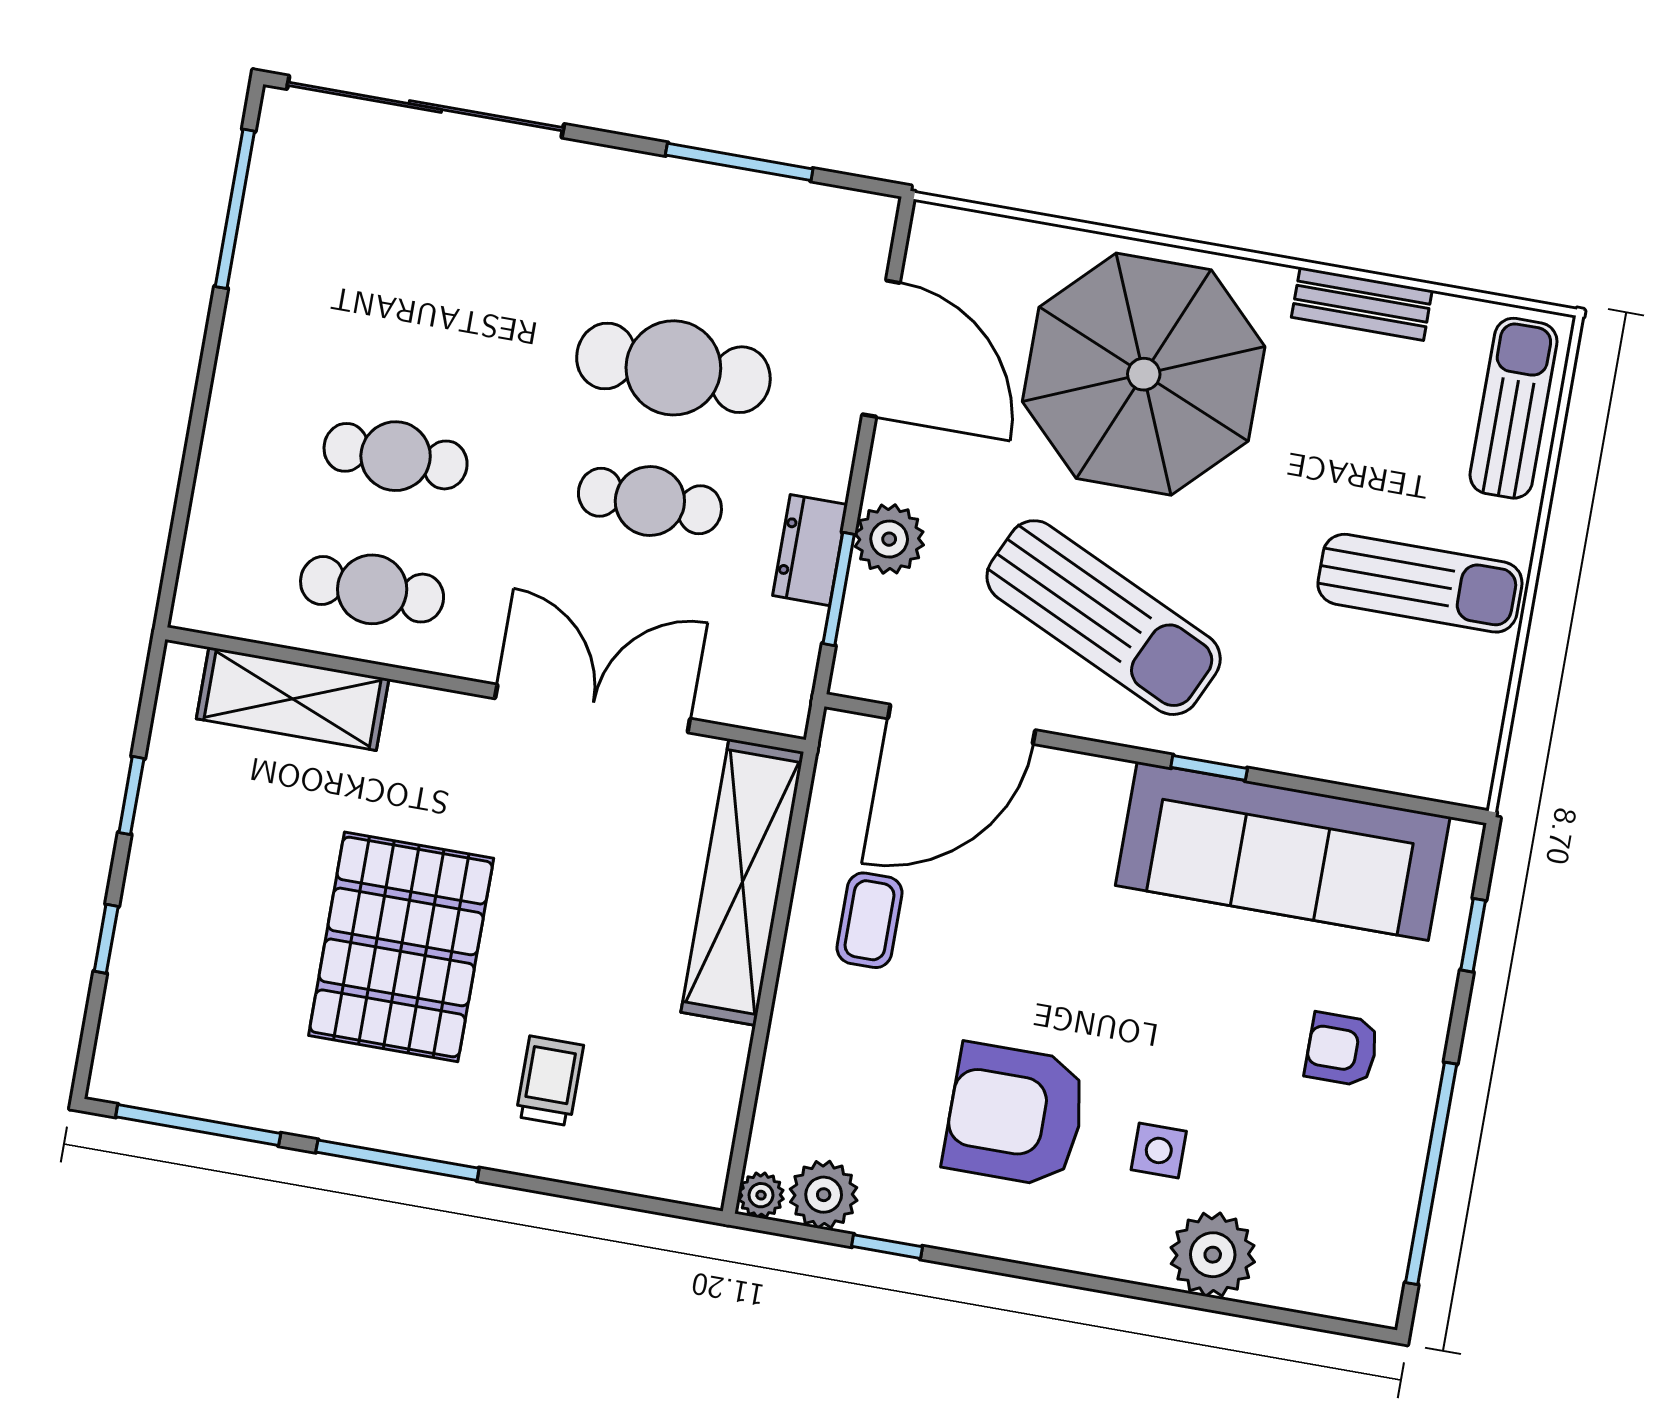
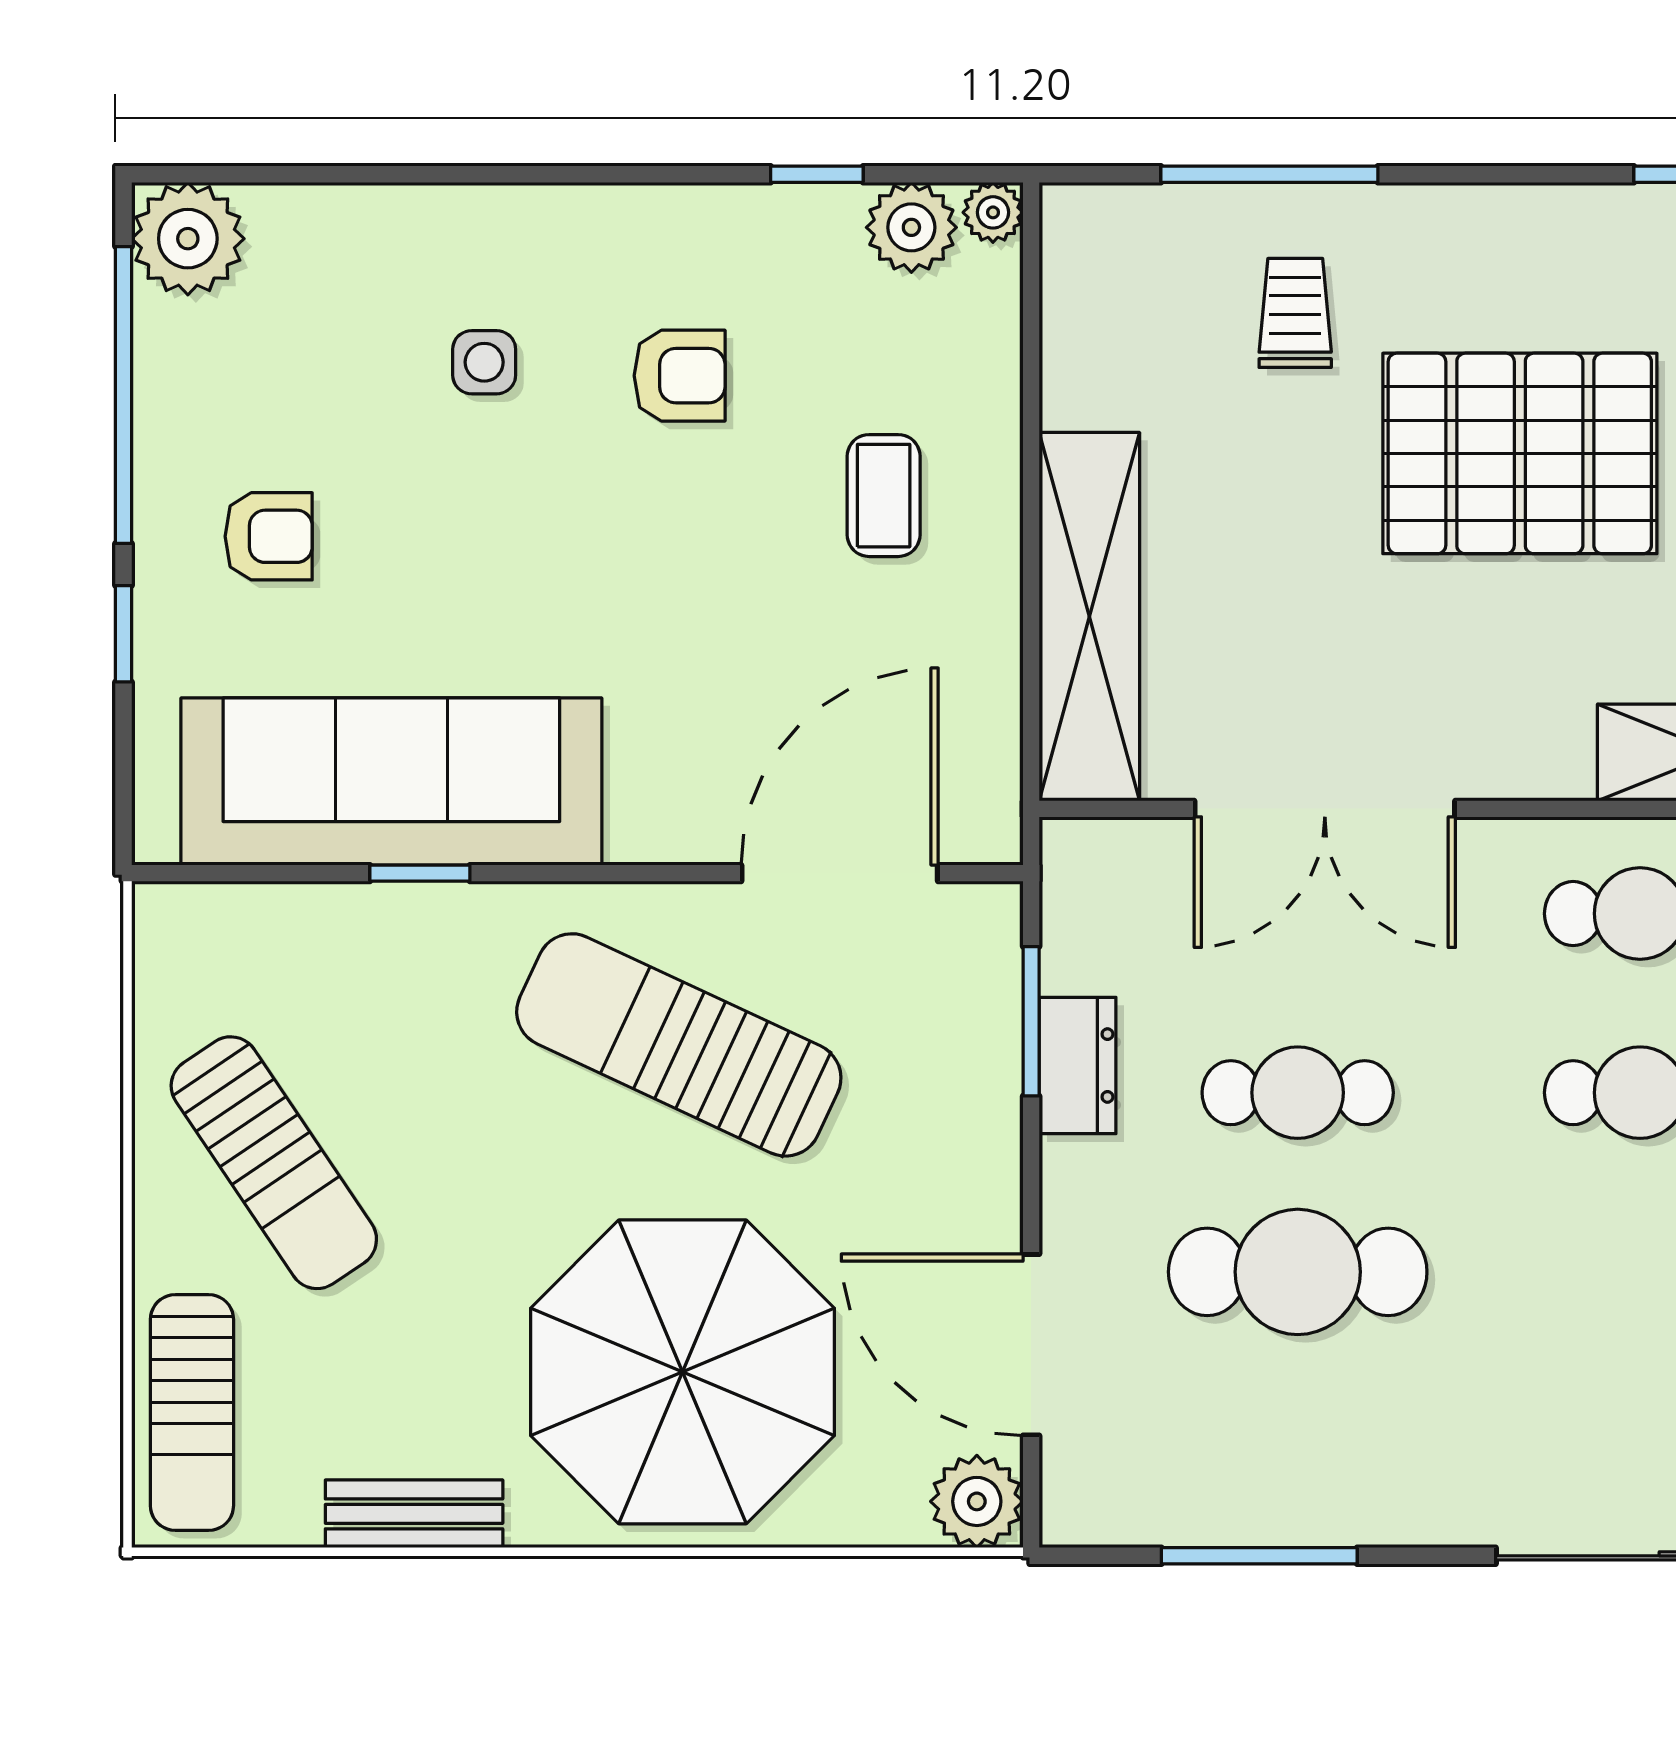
plant: (889, 539) -> (977, 1501), moved
sun lounger: (1420, 583) -> (274, 1163), turned -124
window: (1209, 768) -> (420, 873), moved
coffee table: (869, 920) -> (884, 496), moved
window: (1473, 935) -> (123, 634), moved
pallet: (401, 947) -> (1520, 453), turned 90
trolley: (550, 1081) -> (1295, 313), turned 180
armchair: (1015, 1115) -> (680, 376), width x0.53, depth x0.53
window: (397, 1160) -> (1269, 174), moved
plant: (1213, 1255) -> (188, 239), moved

